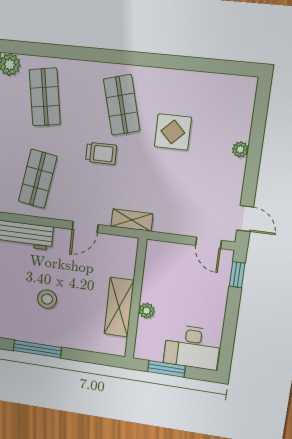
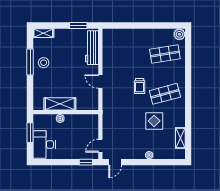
shop shelf: (38, 179) -> (123, 54), removed
shelving: (132, 220) -> (180, 138), moved
stool: (47, 299) -> (44, 63), moved

